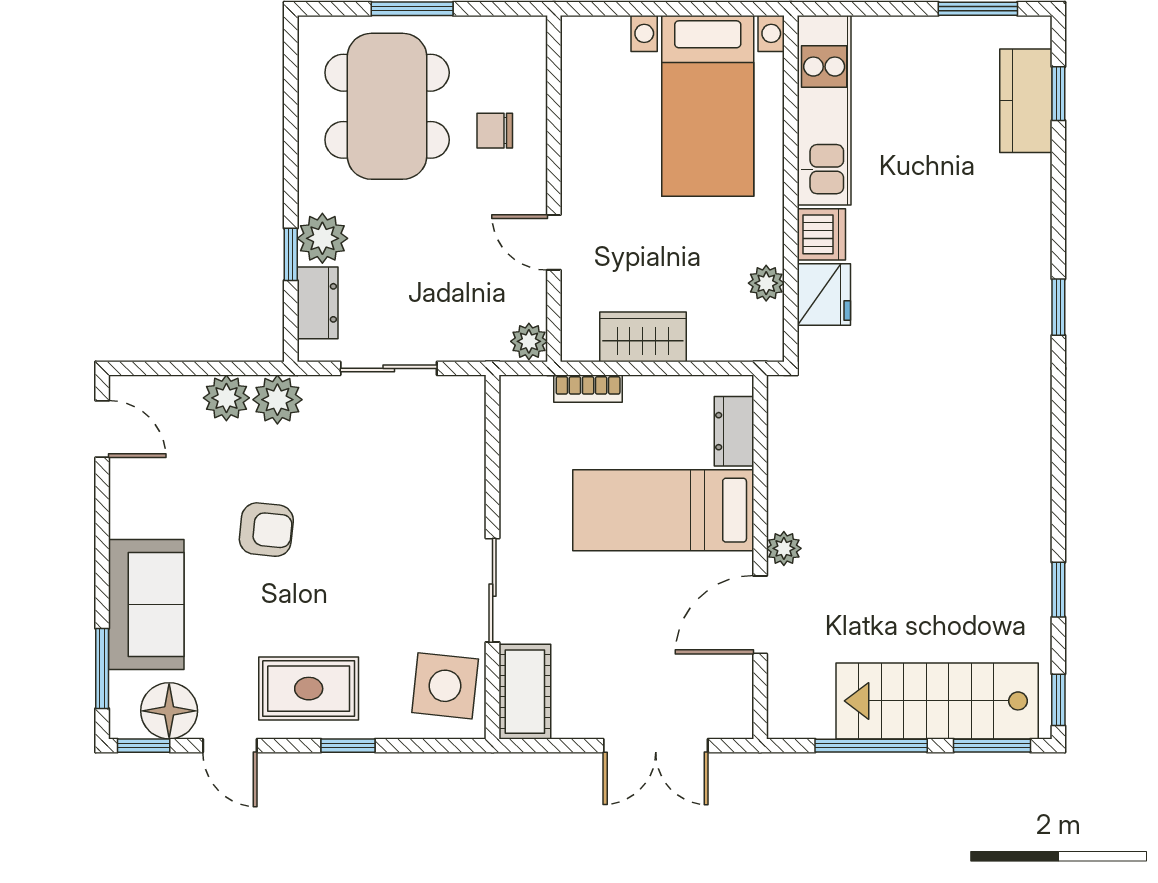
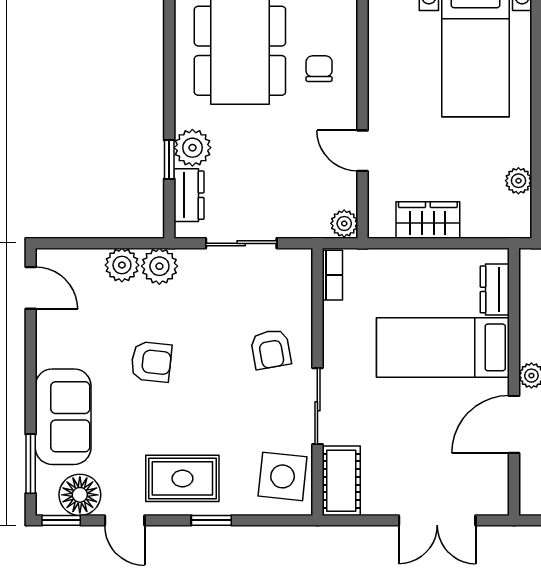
chair: (495, 131) -> (319, 69), turned 90
bookcase: (588, 389) -> (332, 275), moved, turned -90
armchair: (429, 513) -> (271, 349), added

